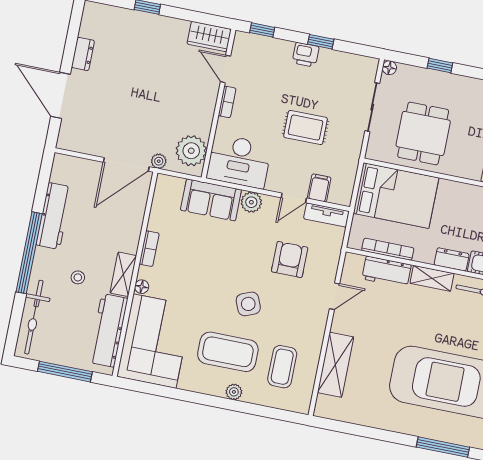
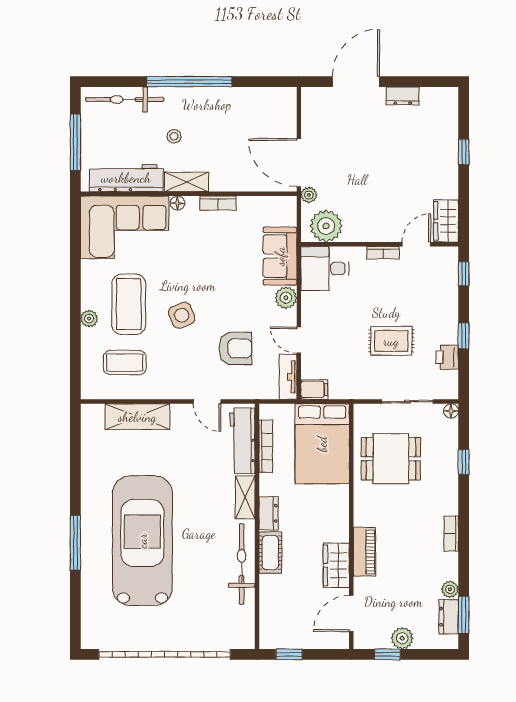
printer: (306, 55) -> (447, 357), moved
rug: (306, 128) -> (391, 341), moved, turned 90
desk: (239, 161) -> (325, 269), width x0.73
filing cabinet: (319, 188) -> (314, 389), moved
workbench: (54, 216) -> (232, 99), removed
workbench: (387, 272) -> (242, 441), width x1.38

